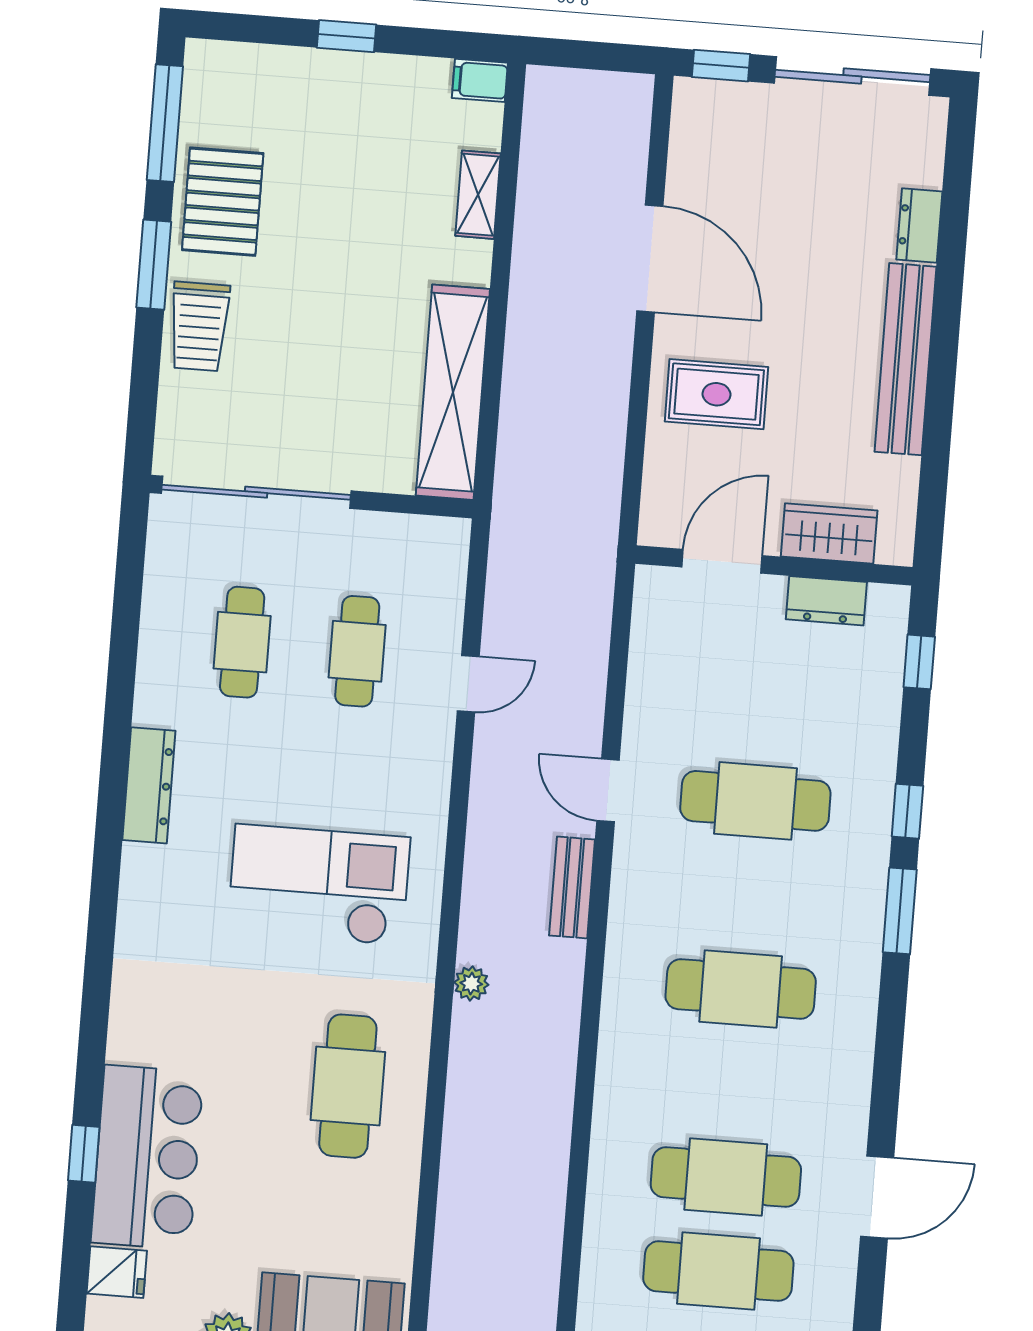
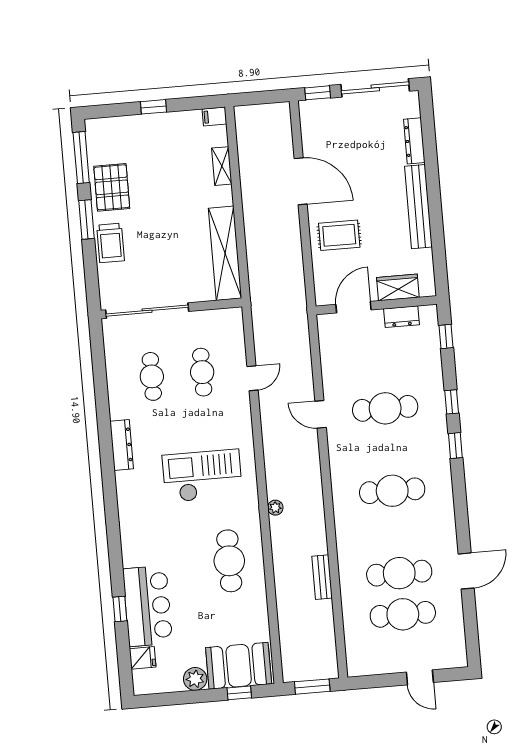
dresser: (919, 226) -> (414, 141), width x1.44
bench: (572, 887) -> (322, 577), moved
window: (900, 911) -> (455, 446), width x0.67

